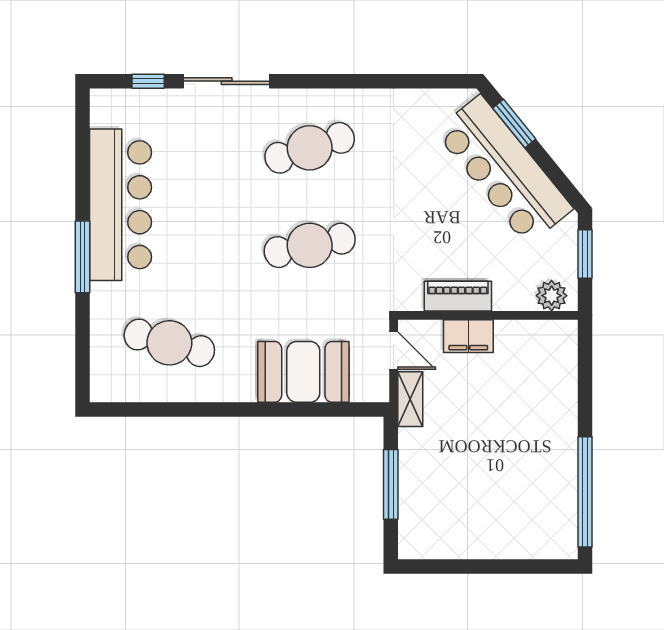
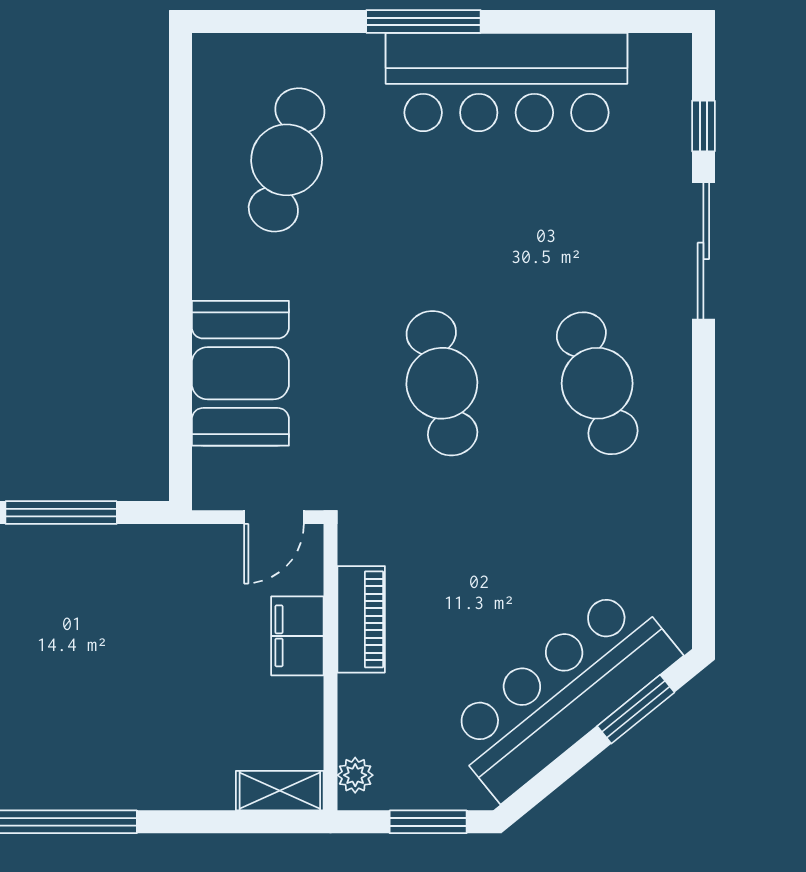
plant: (552, 296) -> (355, 775), width x0.73, depth x0.73
shelving: (410, 399) -> (280, 791), moved

